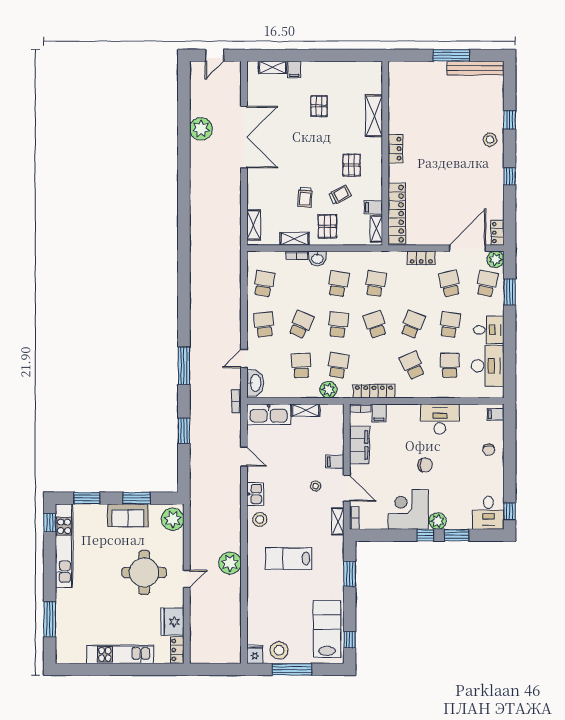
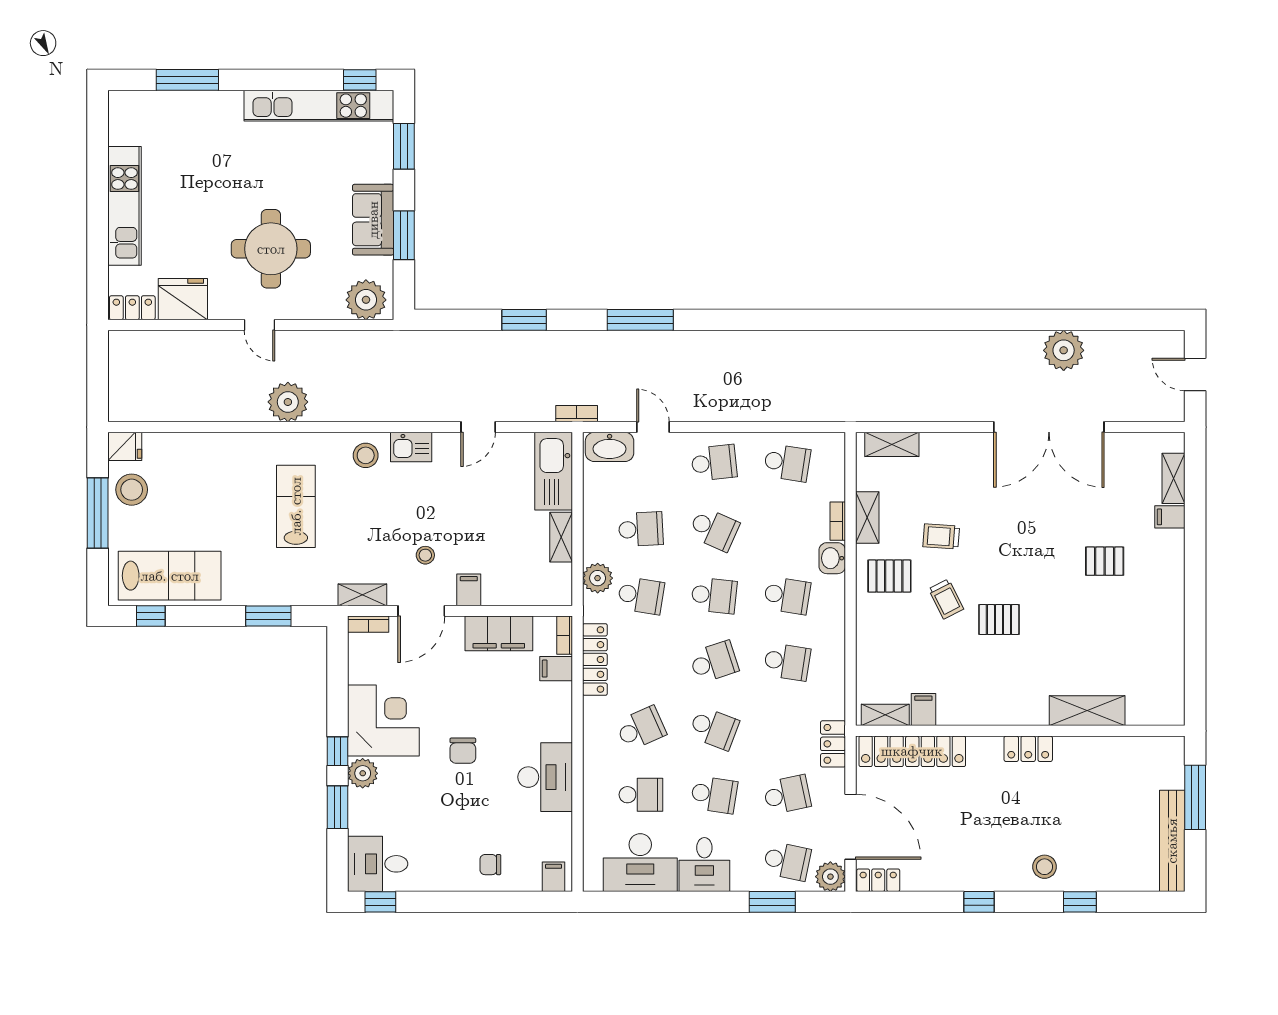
shelving: (374, 116) -> (1087, 711), moved
locker: (395, 149) -> (1028, 749), moved
wall: (385, 153) -> (1020, 731), moved
filing cabinet: (373, 207) -> (923, 710), moved
locker: (397, 214) -> (912, 751), moved
shelving: (376, 229) -> (885, 715), moved

